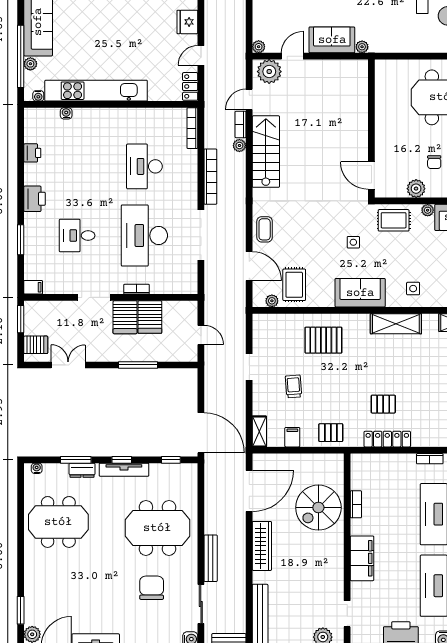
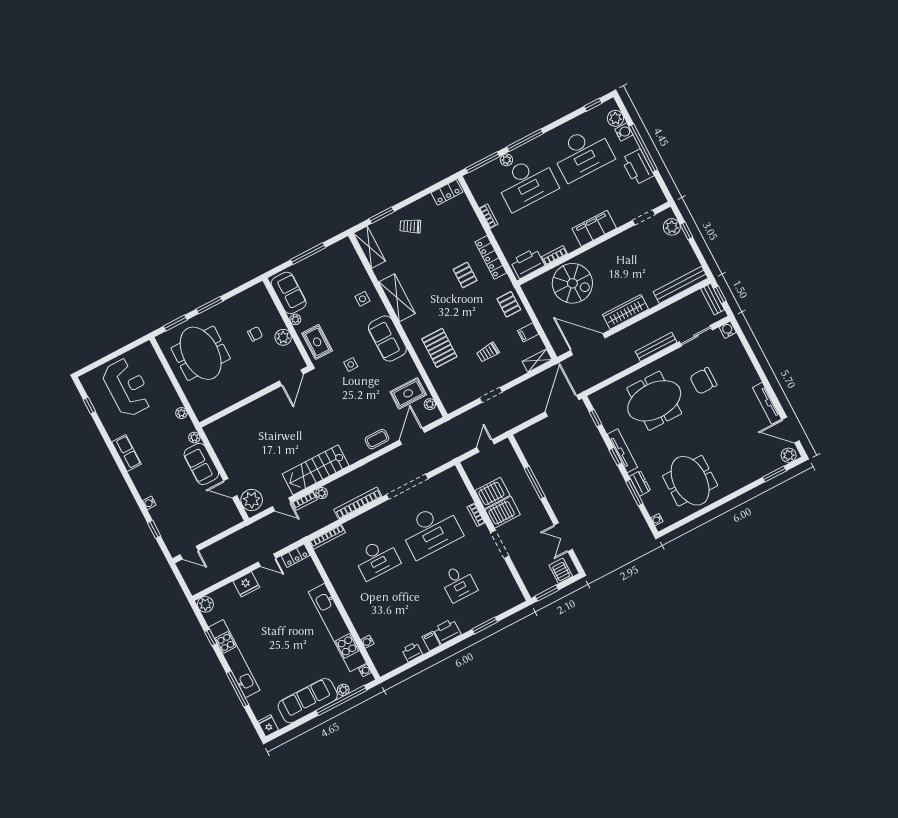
plant: (259, 47) -> (181, 413), moved
filing cabinet: (33, 287) -> (431, 641), moved
printer: (362, 473) -> (528, 263), added
meeting table: (157, 528) -> (654, 401), turned 90

